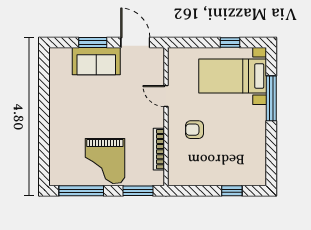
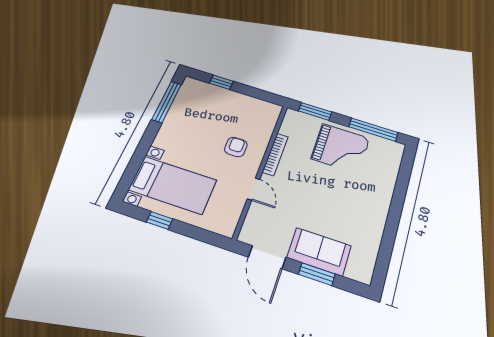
window: (271, 98) -> (167, 102), moved
armchair: (195, 130) -> (236, 147), turned -90
bookcase: (159, 149) -> (275, 154), moved
grand piano: (105, 161) -> (341, 148), turned 90

